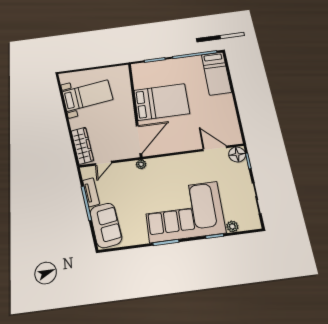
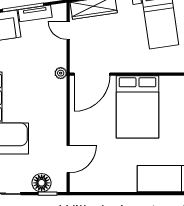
door: (139, 139) -> (92, 74), hinge flipped
floor lamp: (237, 154) -> (42, 183), moved

